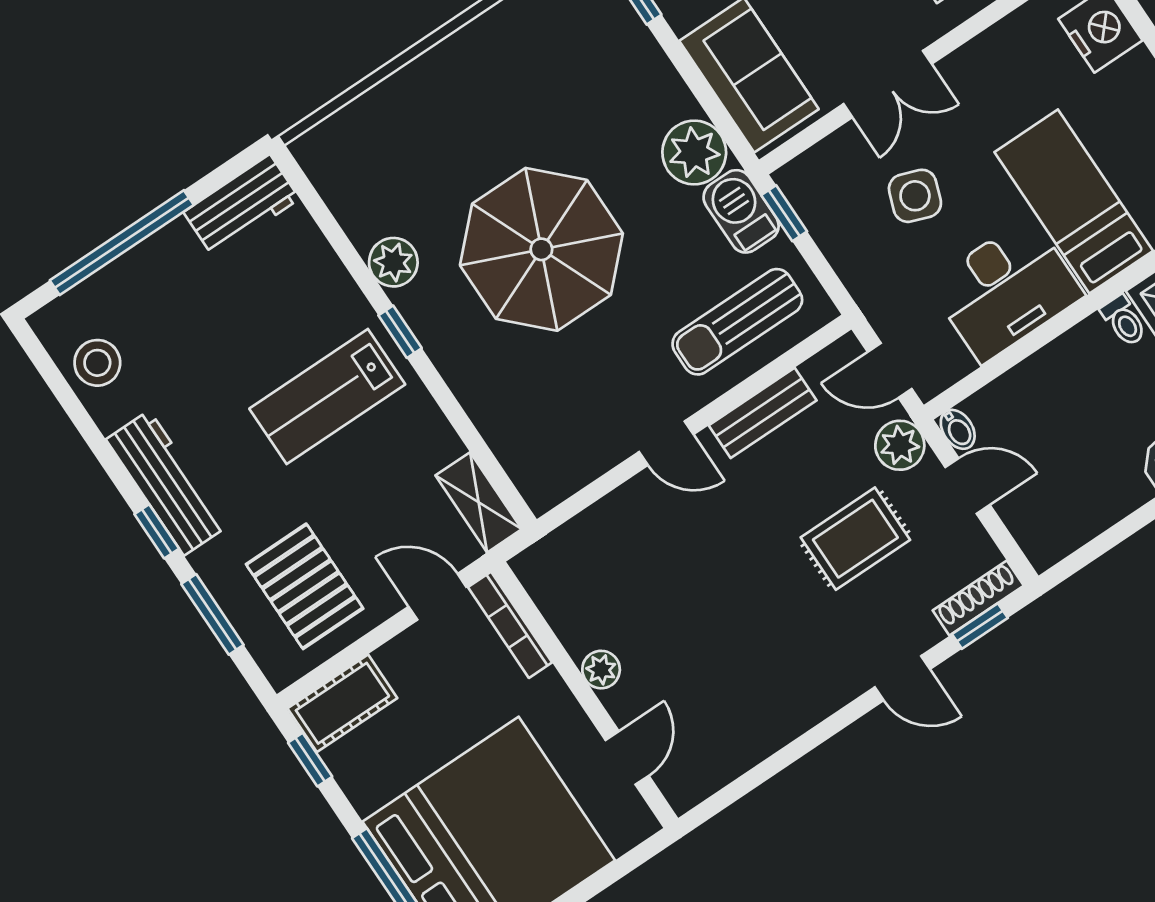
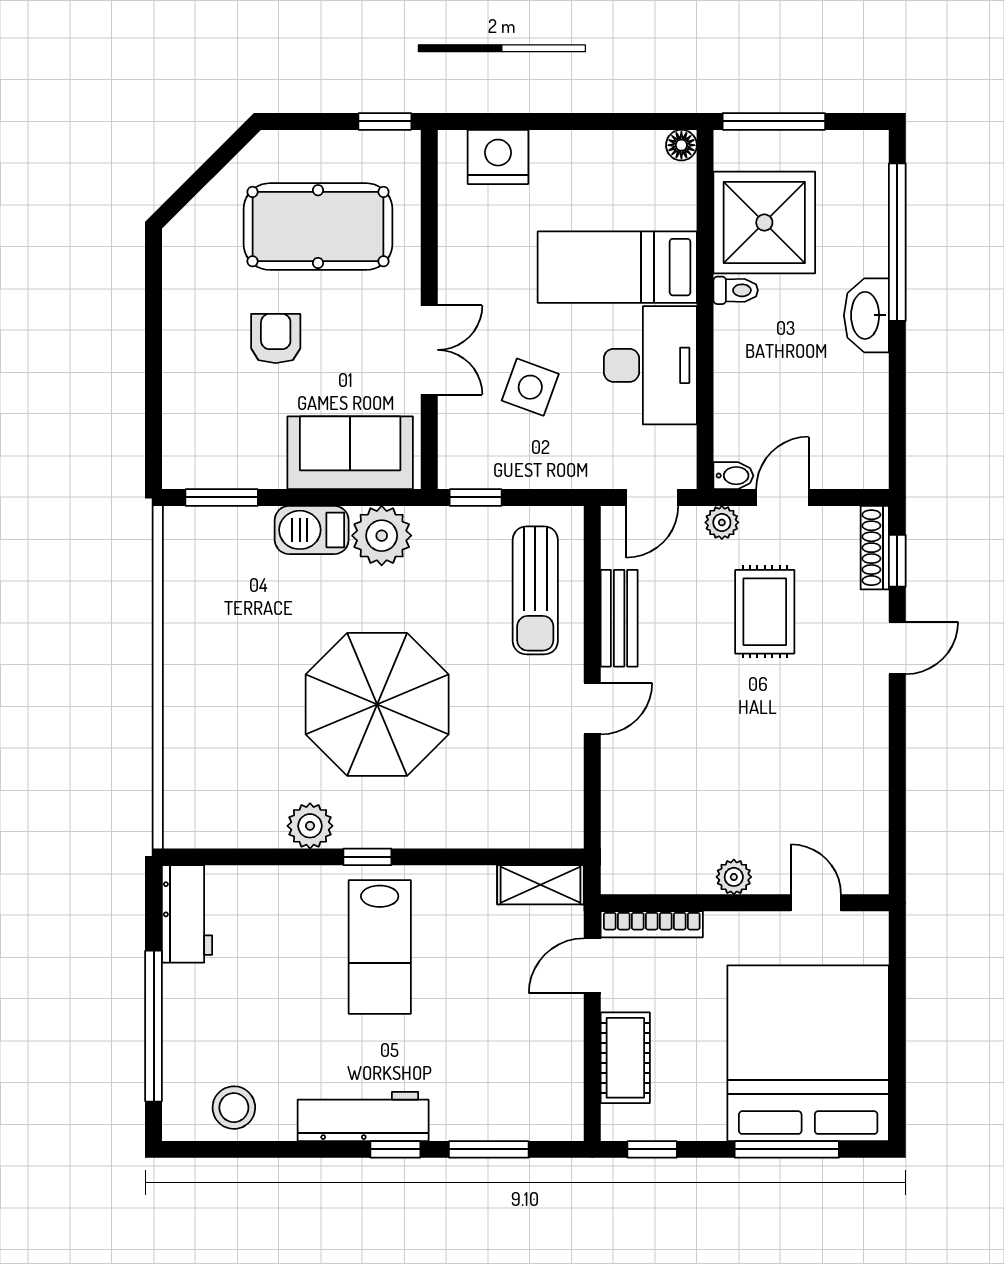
barbecue: (741, 211) -> (312, 530), moved
plant: (900, 445) -> (722, 522), width x0.73, depth x0.73
pallet: (305, 586) -> (515, 1063), removed
cot: (342, 703) -> (625, 1058), moved

